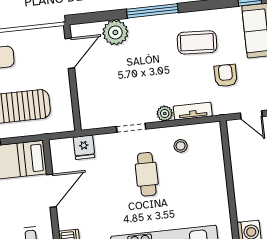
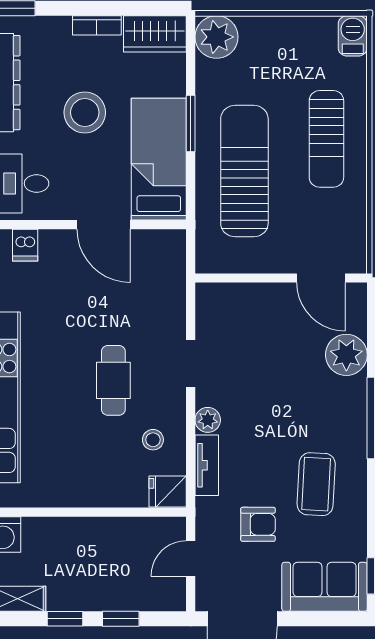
fridge: (84, 147) -> (168, 491), moved
cafe table: (147, 174) -> (113, 380), turned 90

